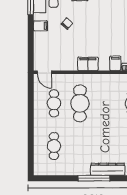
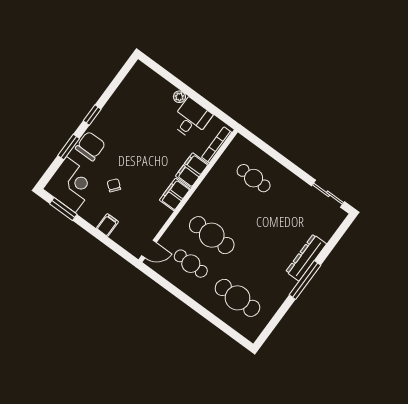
filing cabinet: (41, 26) -> (107, 225), moved
filing cabinet: (115, 63) -> (192, 170), width x2.00
cafe table: (54, 146) -> (237, 298), width x1.37, depth x1.35

